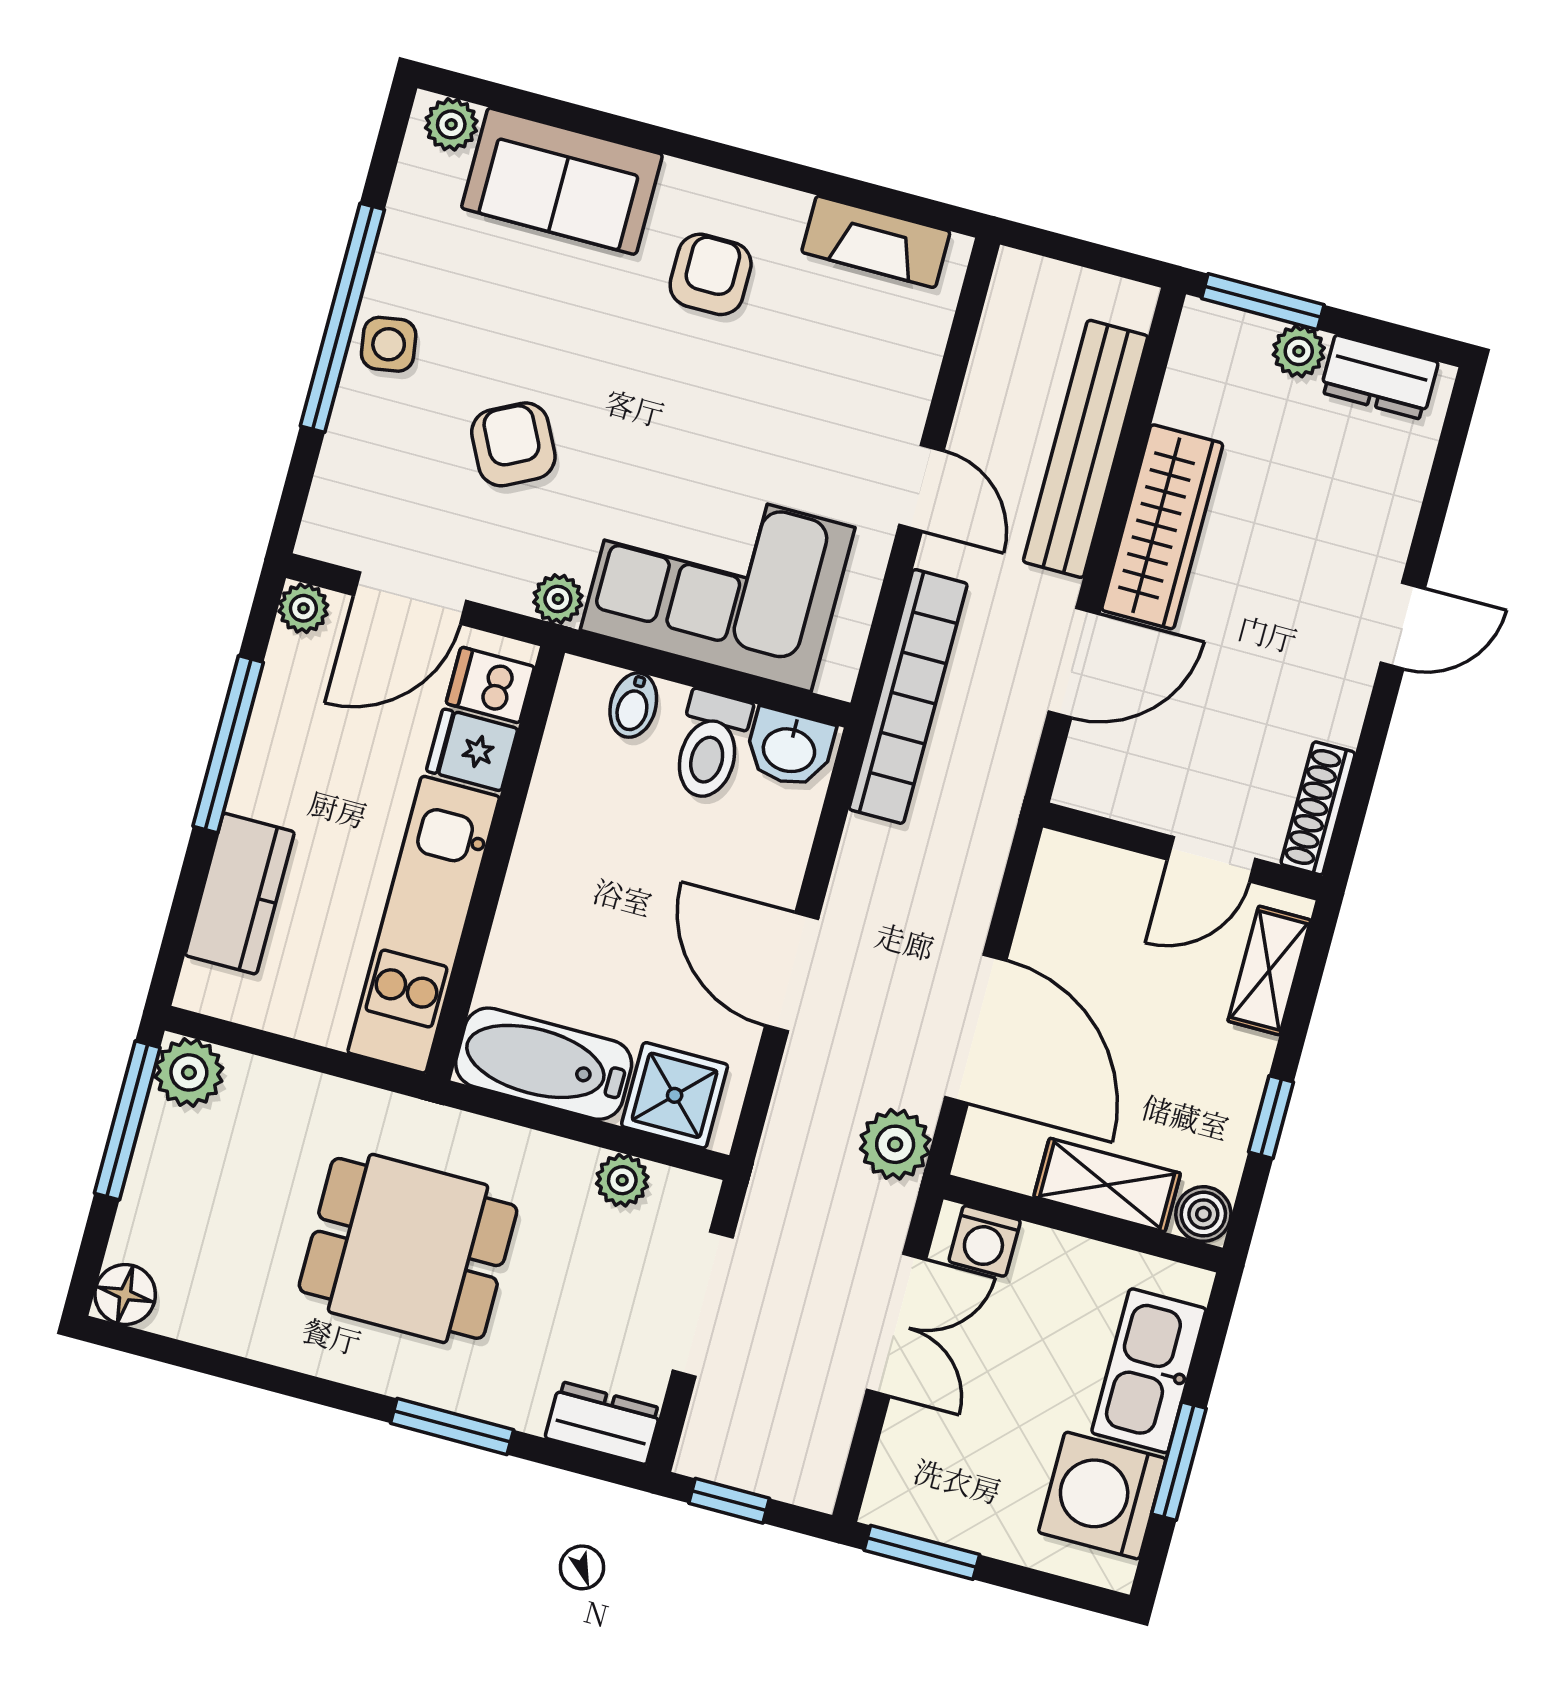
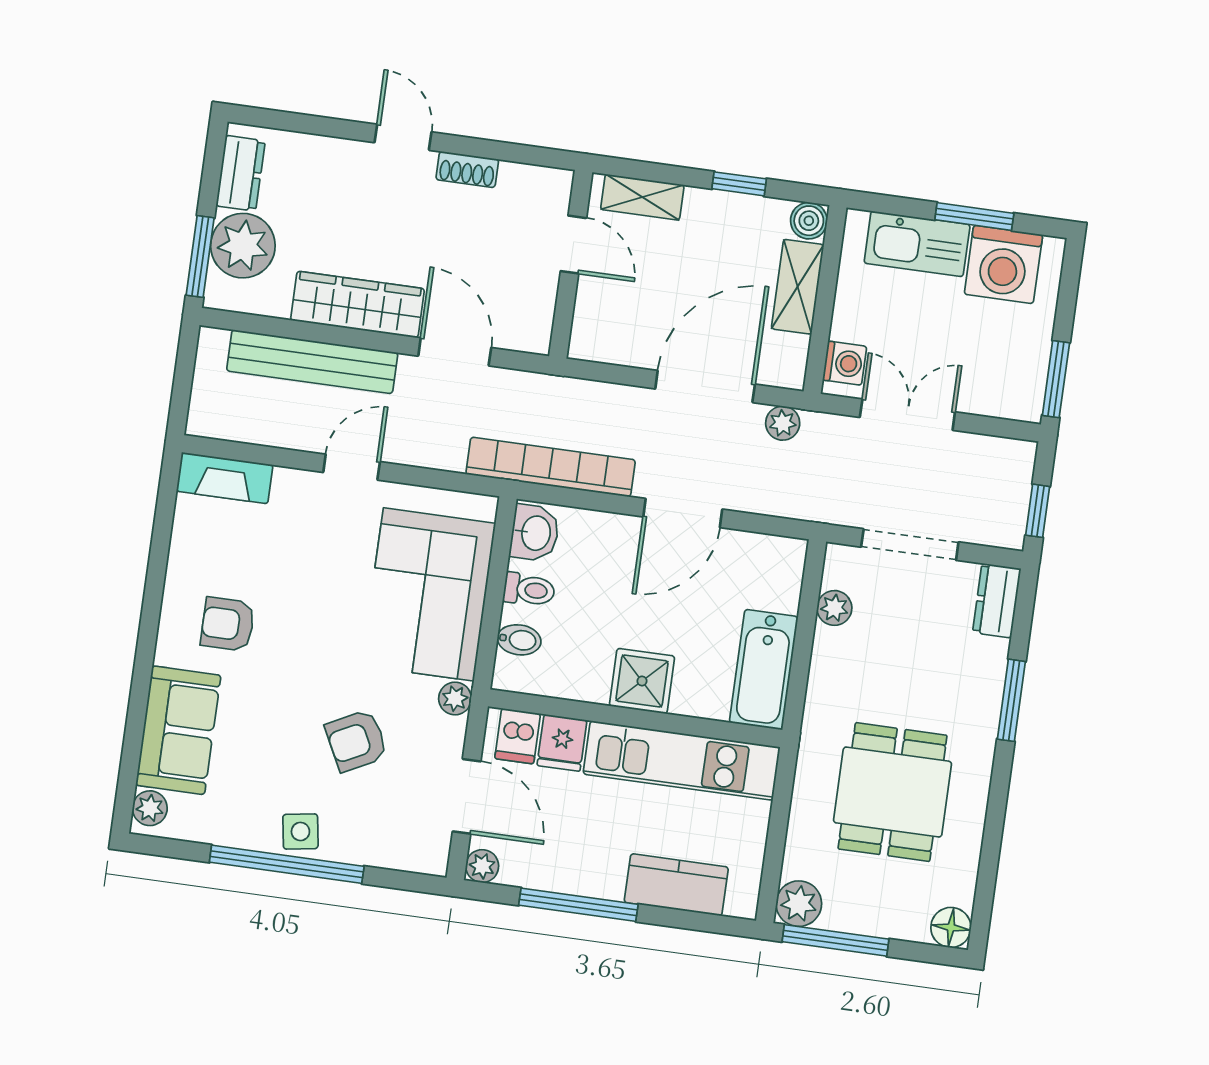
fireplace: (876, 242) -> (225, 478), moved, turned 90
plant: (1299, 351) -> (243, 246), width x1.88, depth x1.88
bookcase: (908, 696) -> (551, 467), moved
toilet: (710, 746) -> (529, 590), width x0.73, depth x0.72
shoe rack: (1318, 808) -> (467, 169), moved, width x0.70
shower: (675, 1095) -> (642, 681), moved
plant: (895, 1144) -> (783, 423), width x0.73, depth x0.73
dining table: (408, 1248) -> (893, 792), moved

